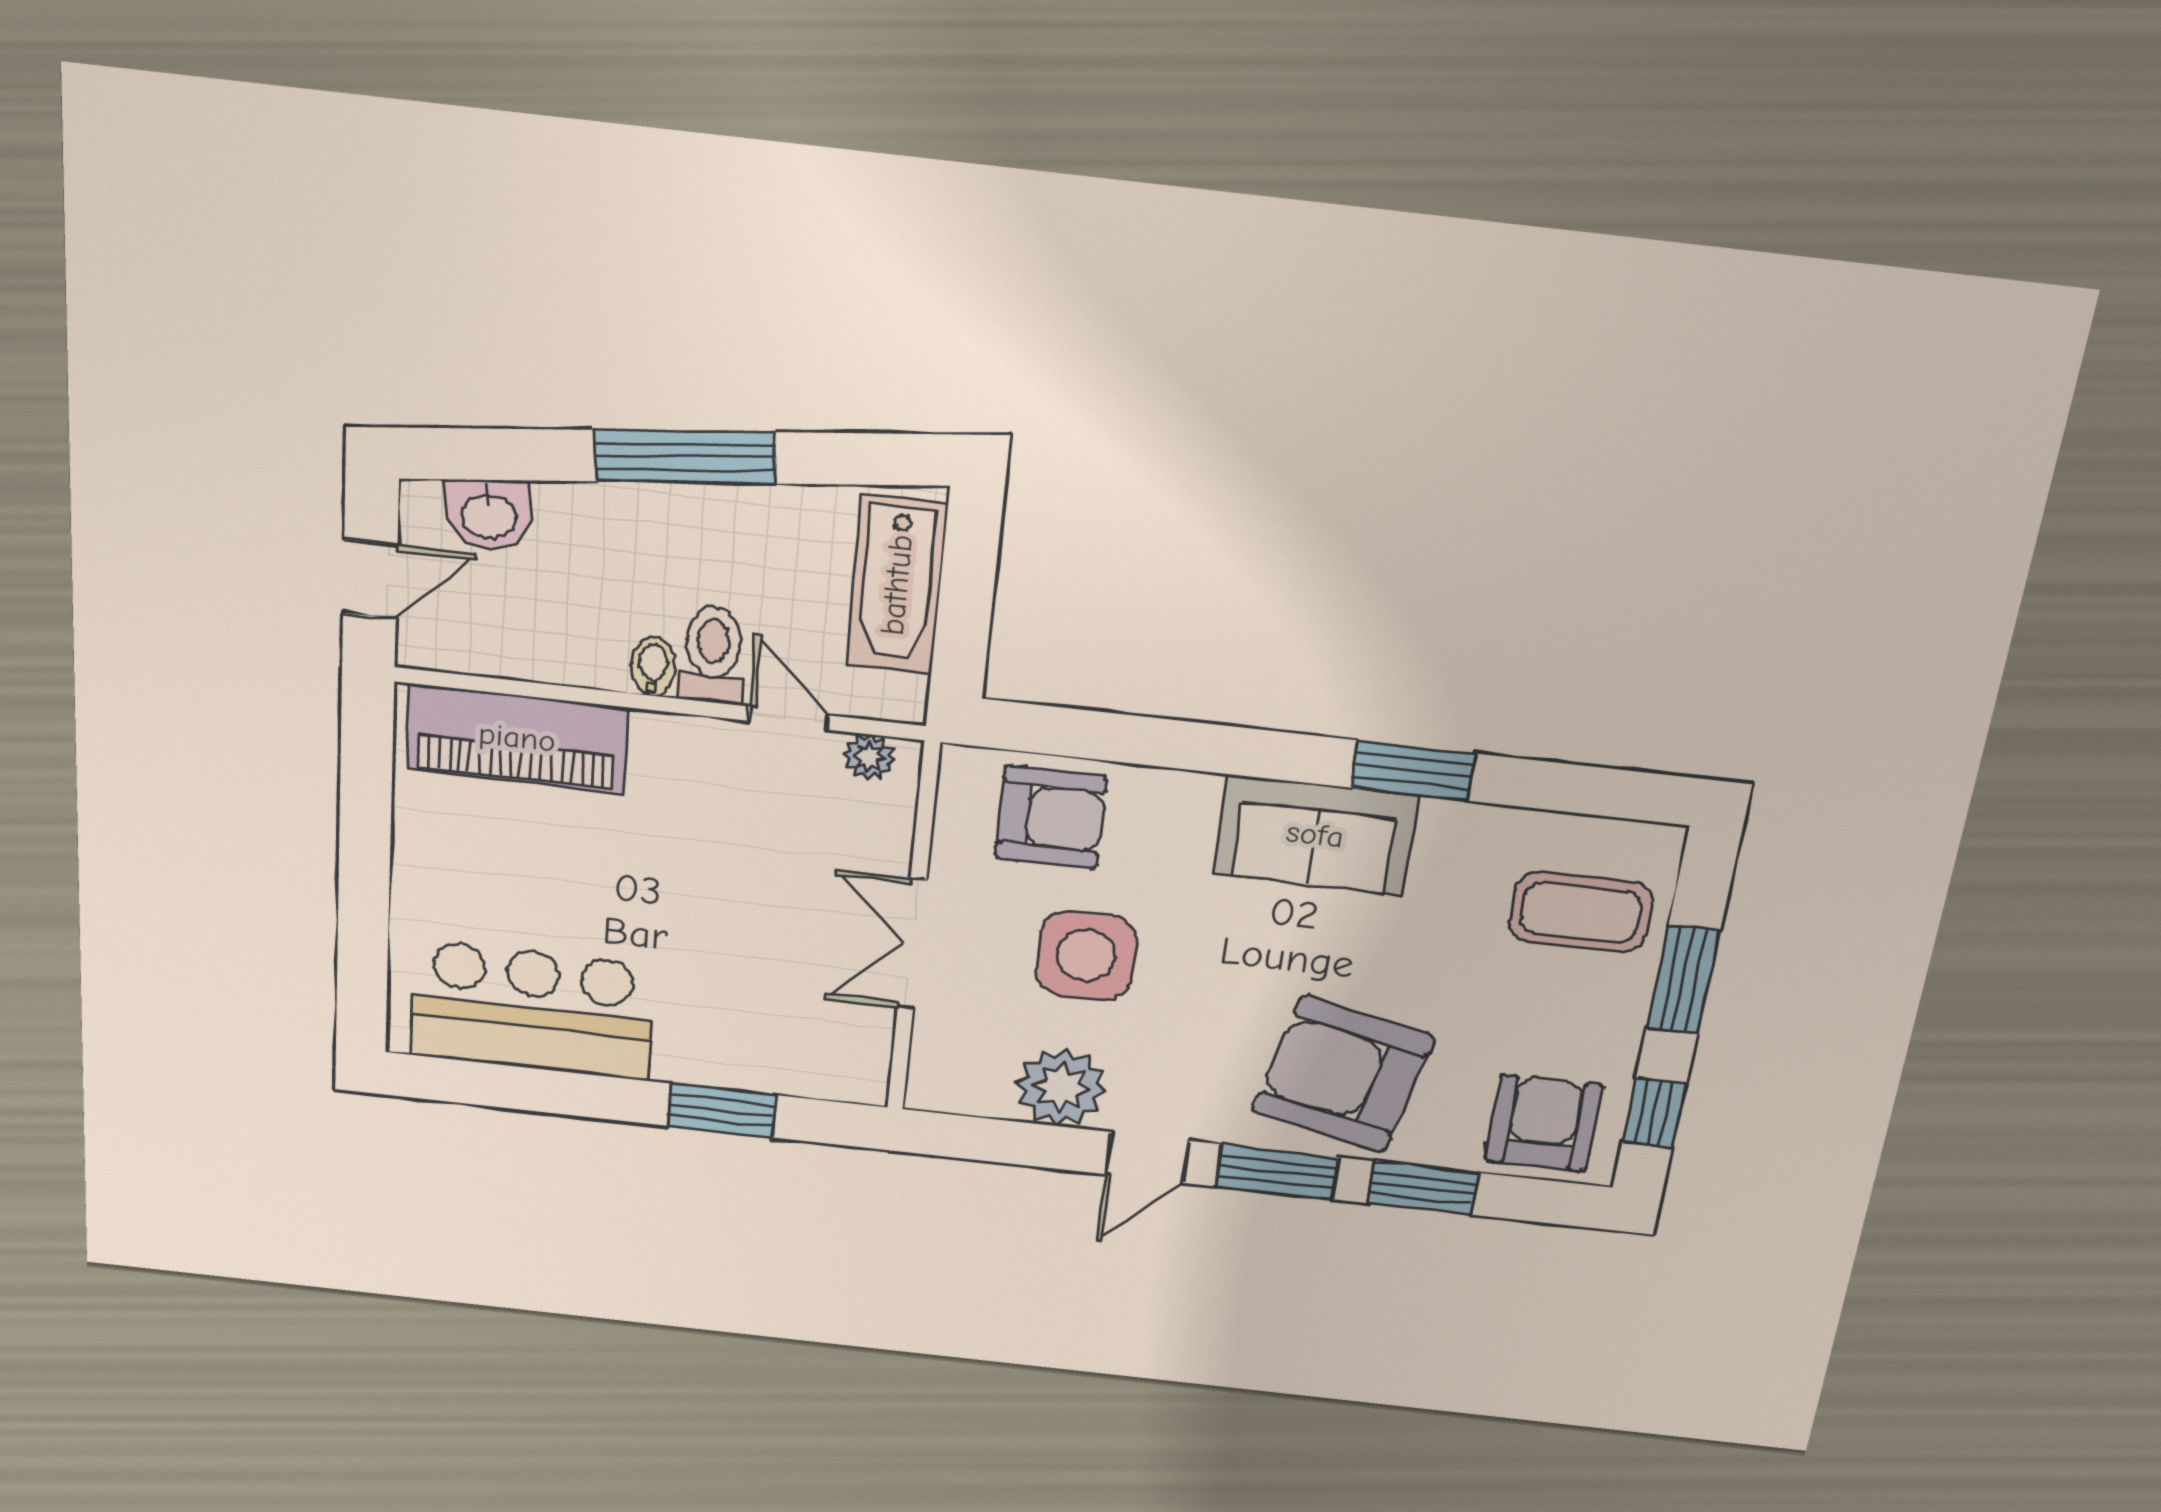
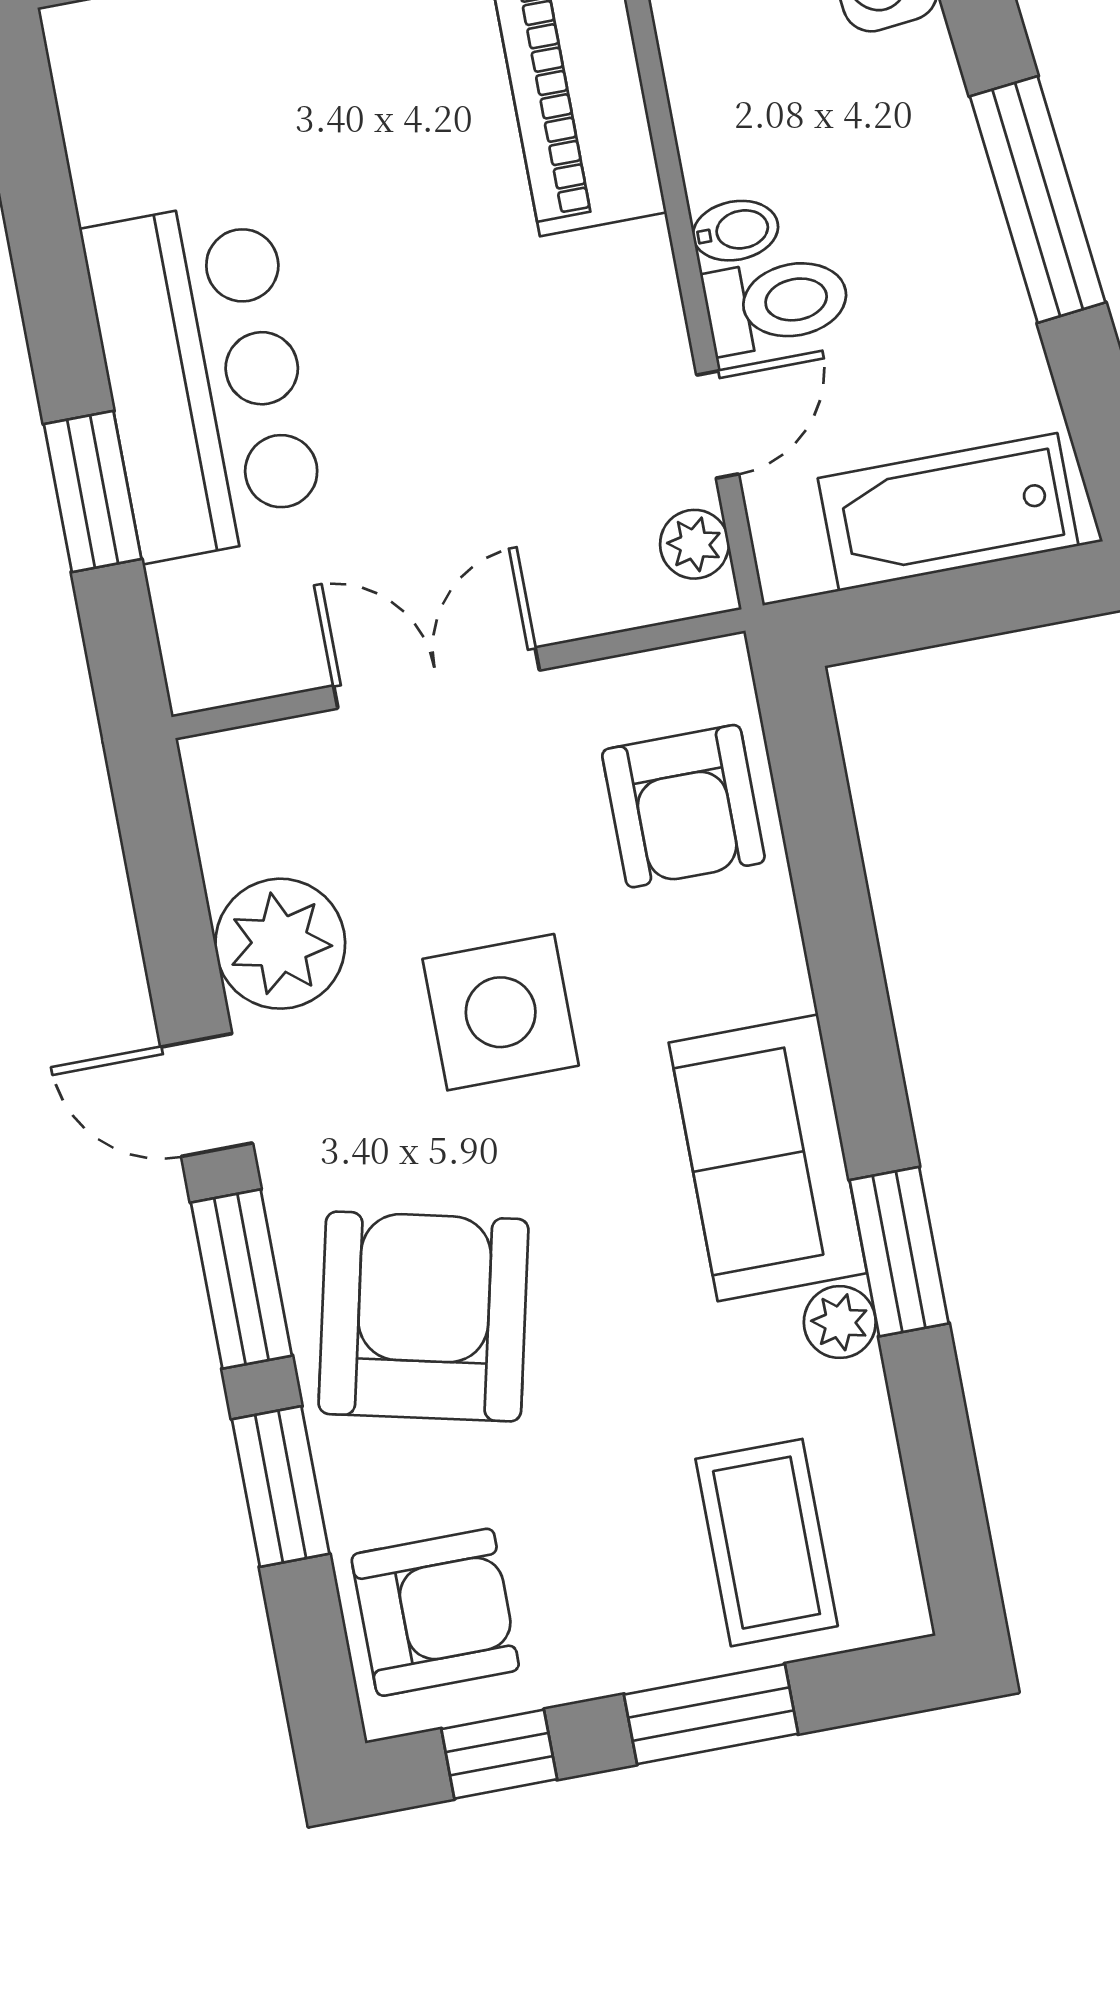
plant: (1447, 823) -> (840, 1322), added
side table: (1086, 955) -> (501, 1012), moved
bar counter: (532, 1010) -> (204, 379), moved

